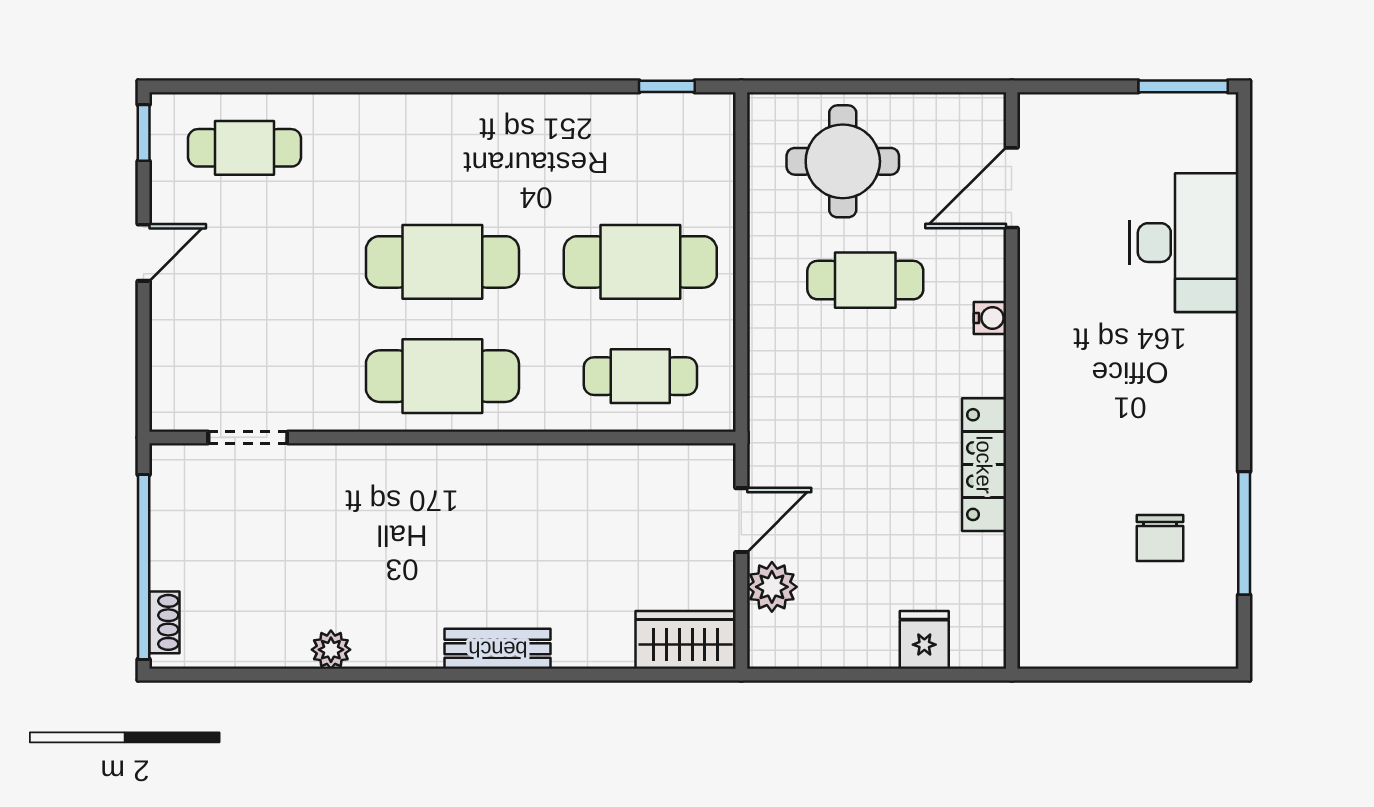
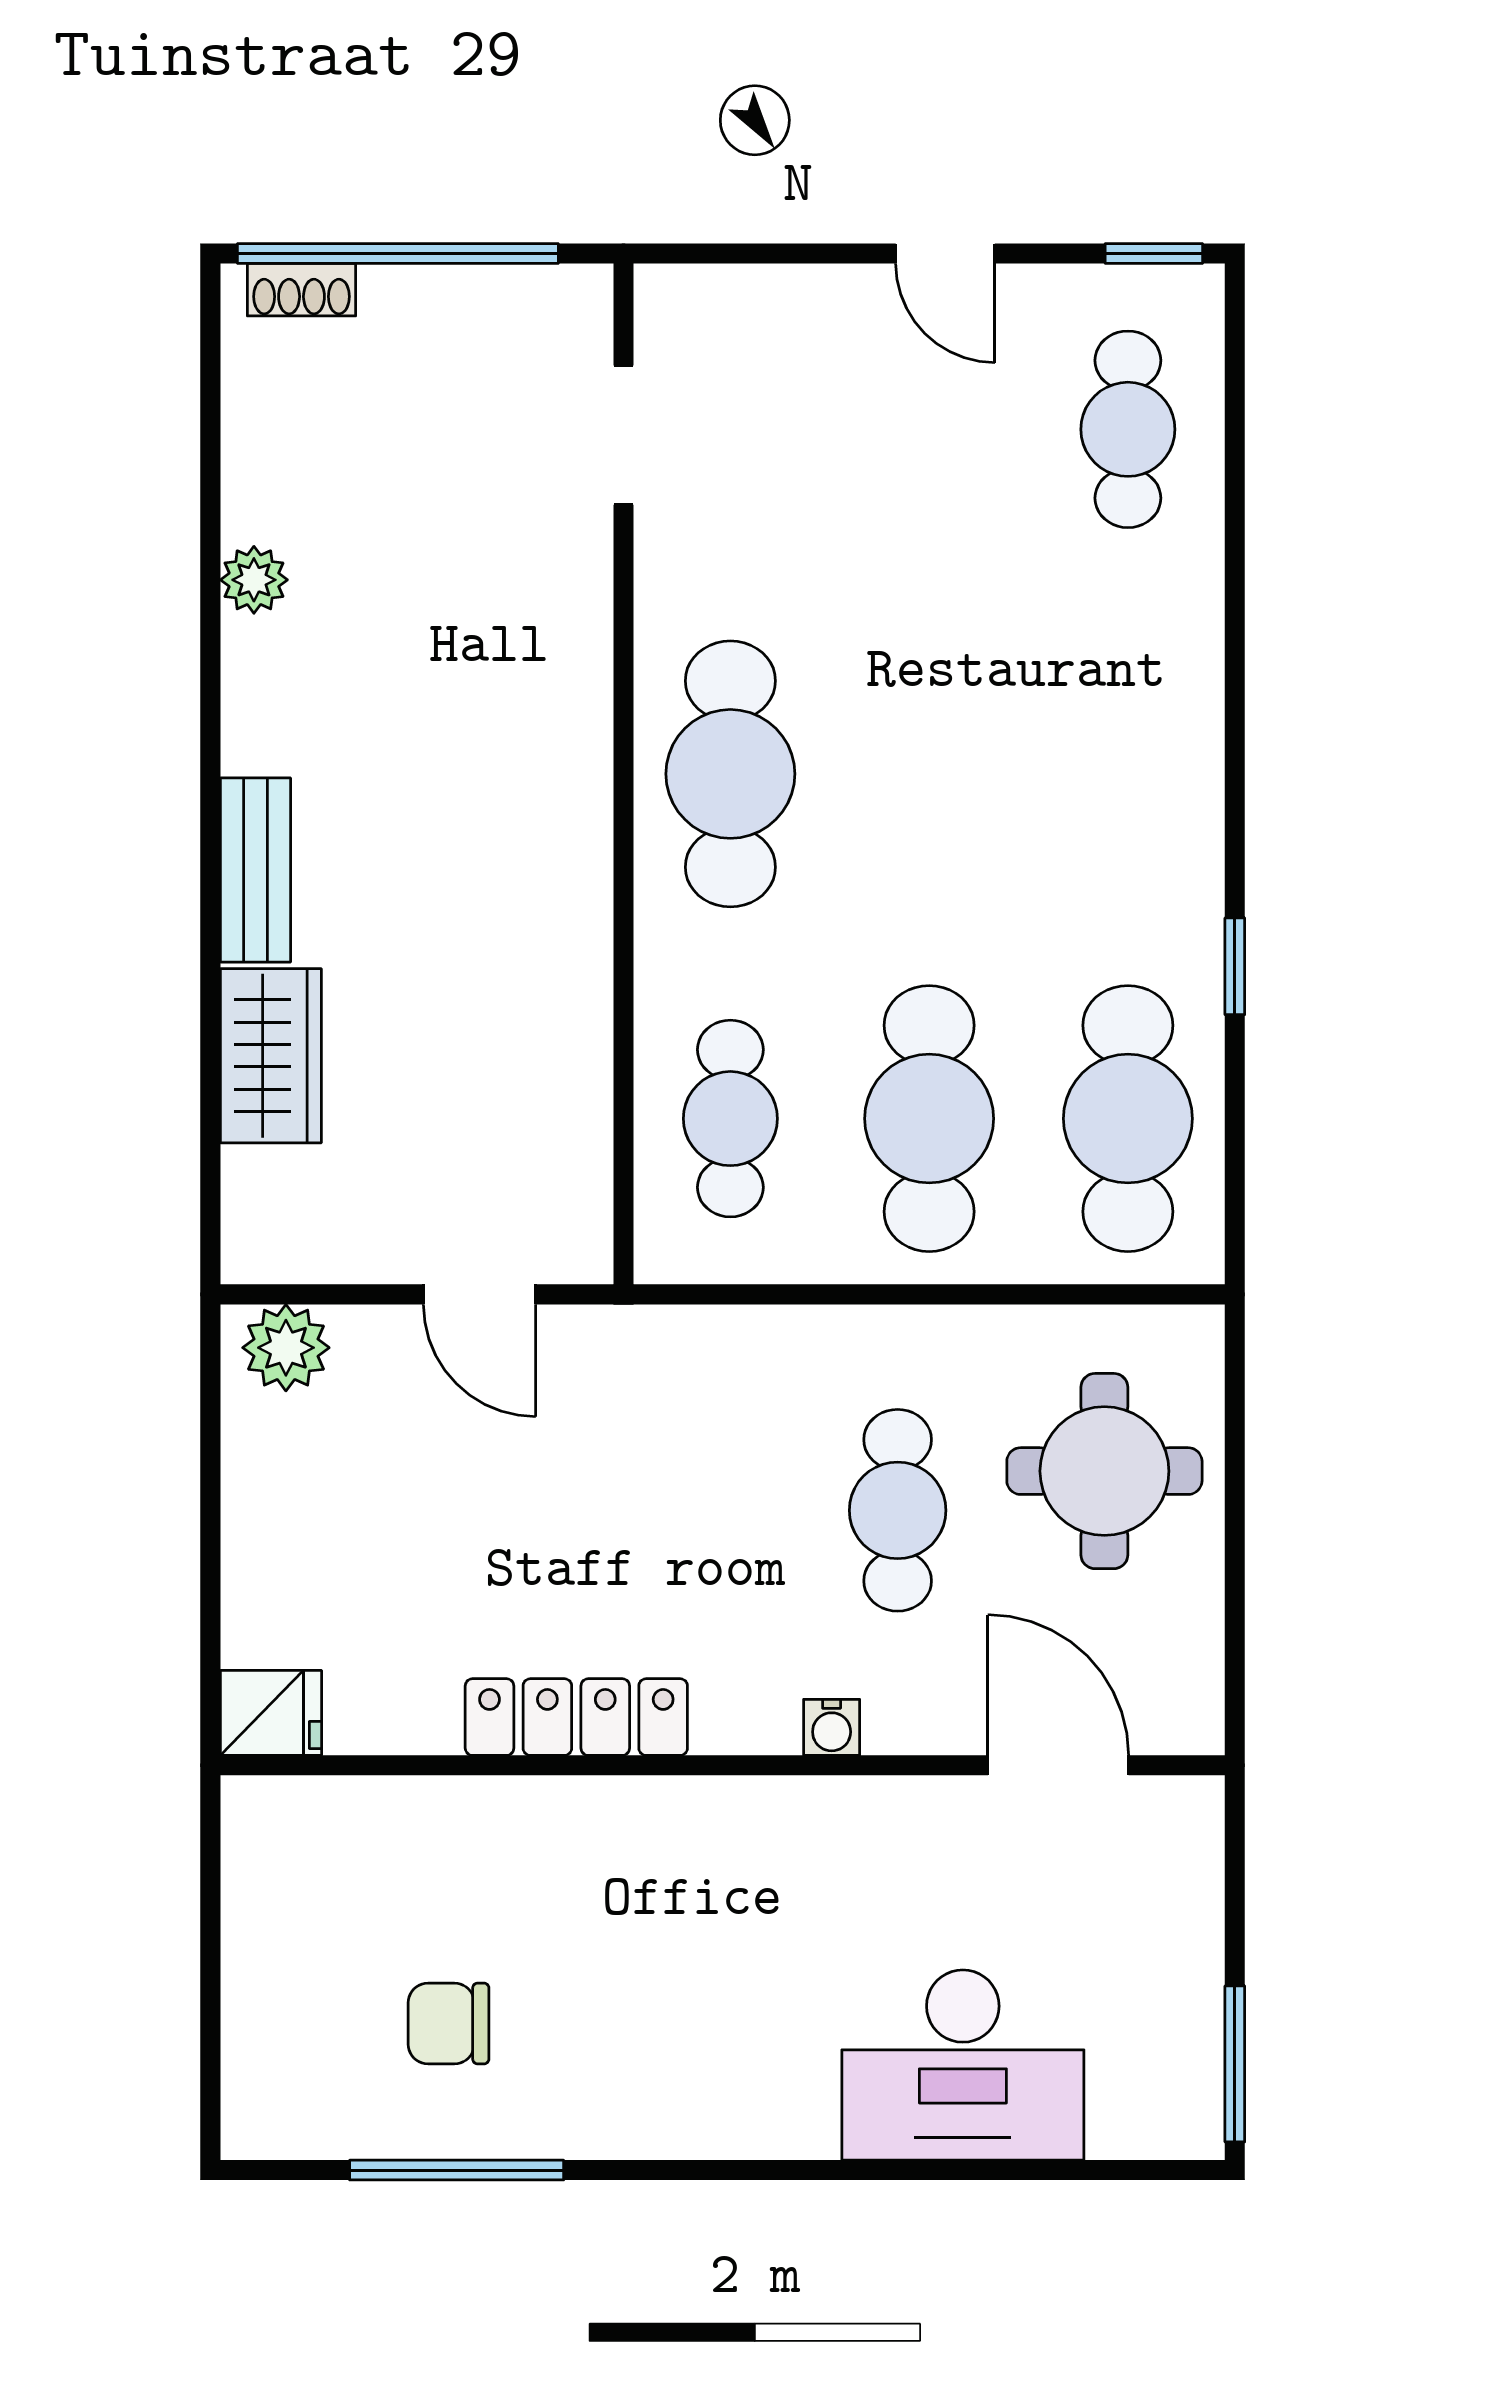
window: (667, 86) -> (1235, 966), moved
cafe table: (442, 262) -> (1128, 1119), moved
plant: (772, 587) -> (286, 1348), moved
wardrobe: (686, 640) -> (271, 1056), moved
fridge: (924, 640) -> (271, 1713), moved

